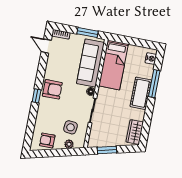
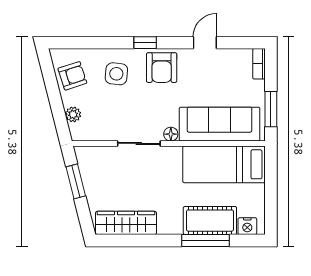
door: (46, 46) -> (205, 43), moved
cot: (141, 93) -> (210, 221), moved
side table: (71, 127) -> (116, 74), moved
wardrobe: (135, 132) -> (126, 223), width x1.50
armchair: (47, 140) -> (72, 76), turned 72

